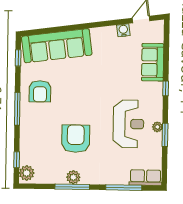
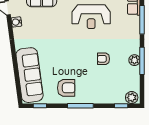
reception desk: (128, 124) -> (91, 17), turned 180
armchair: (76, 139) -> (104, 59), width x0.53, depth x0.53

